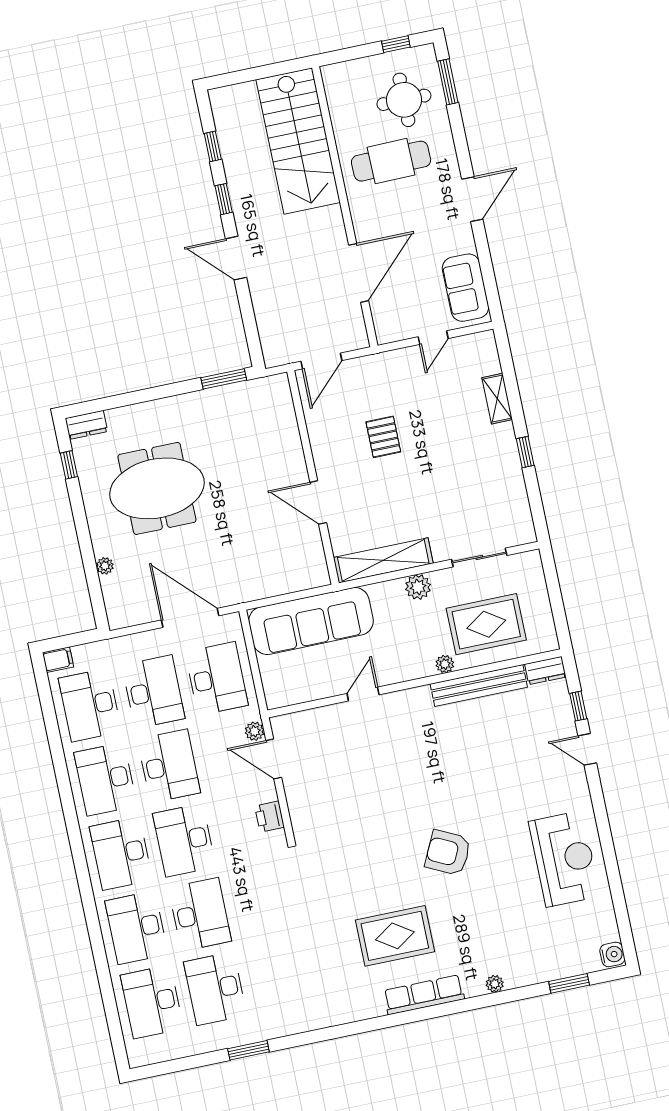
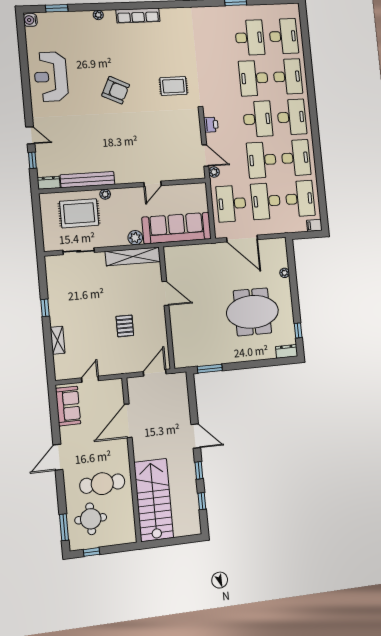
plant: (418, 587) -> (135, 238), moved
rug: (395, 936) -> (173, 86), moved, width x0.73, depth x0.70

